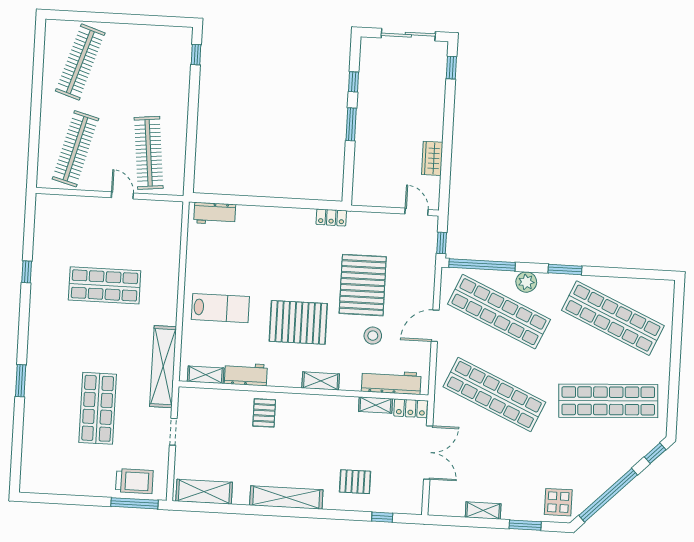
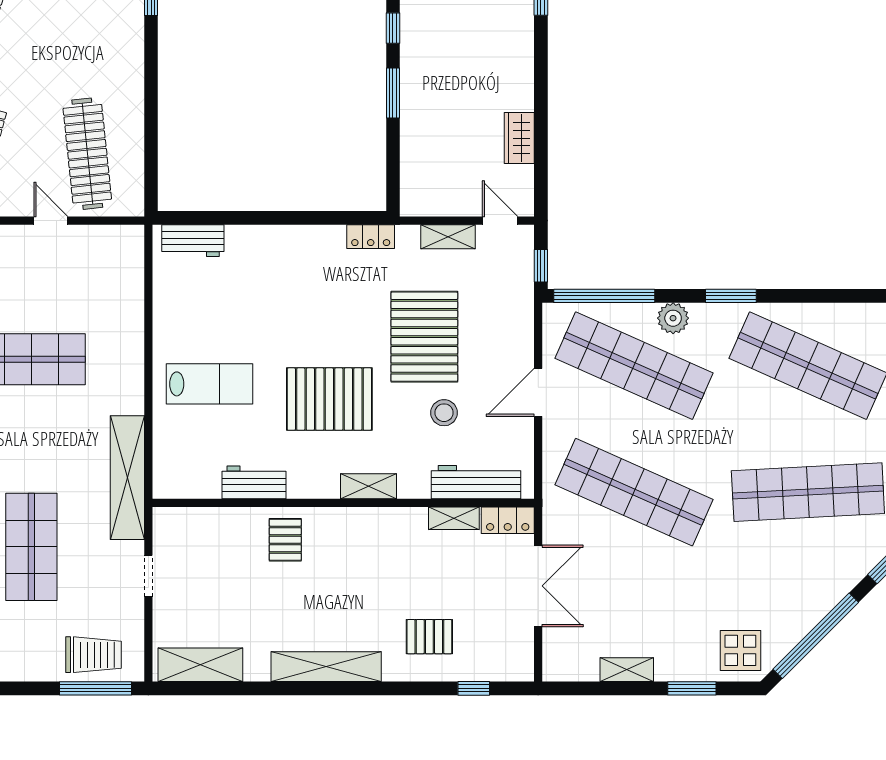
shelving: (206, 375) -> (448, 237), moved

